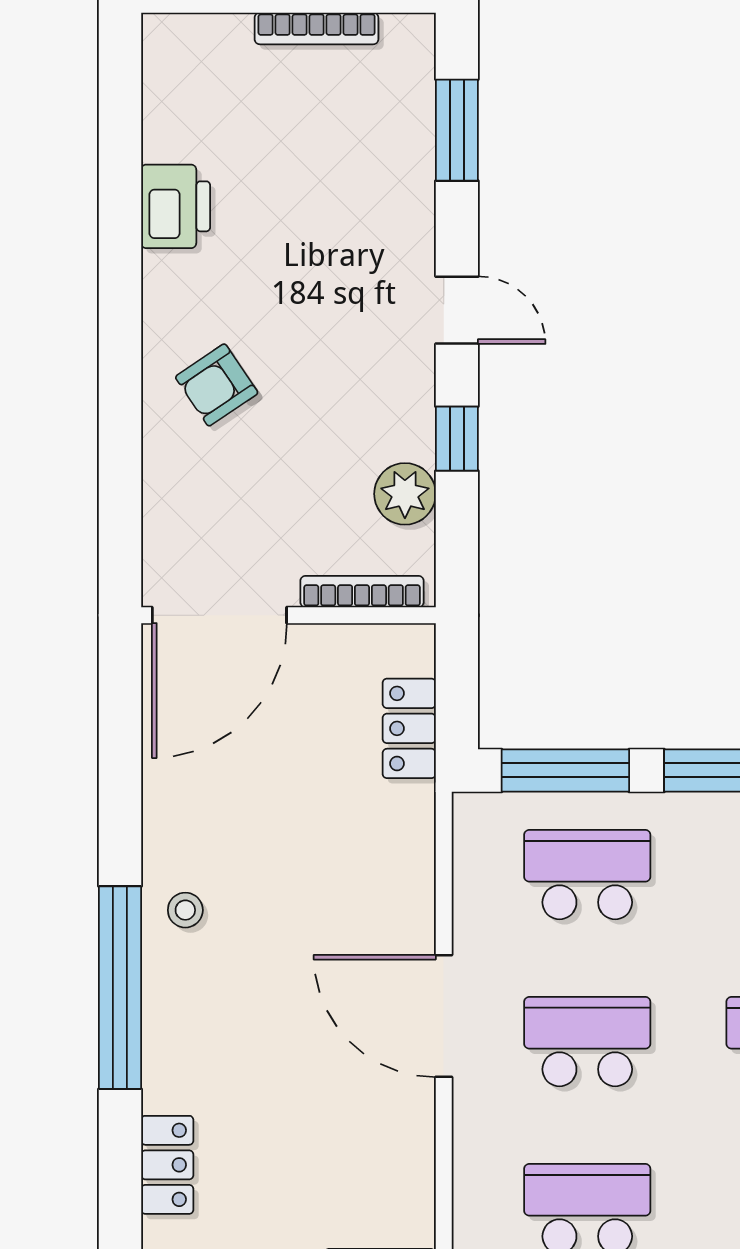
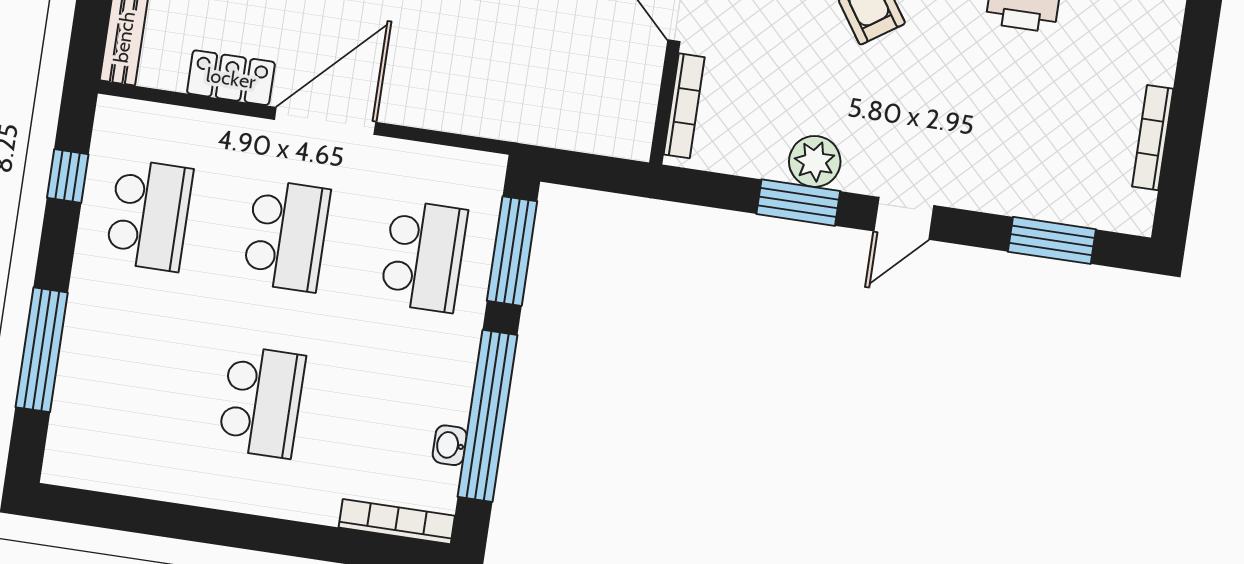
window: (457, 439) -> (798, 203), width x1.50
plant: (405, 494) -> (815, 161), moved
locker: (409, 728) -> (231, 78), moved

